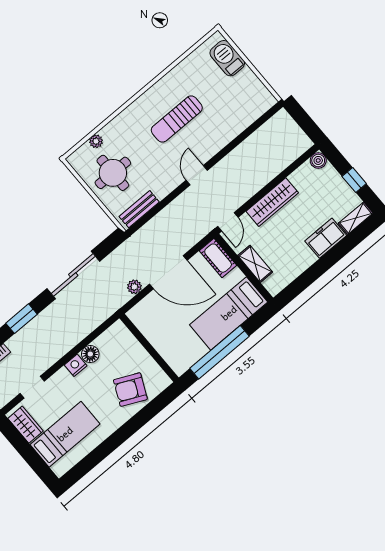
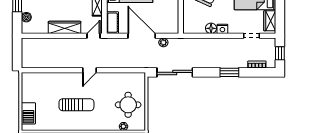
boiler: (318, 160) -> (26, 17), moved
bench: (139, 209) -> (130, 77), removed
sliding door: (73, 275) -> (175, 72), moved

